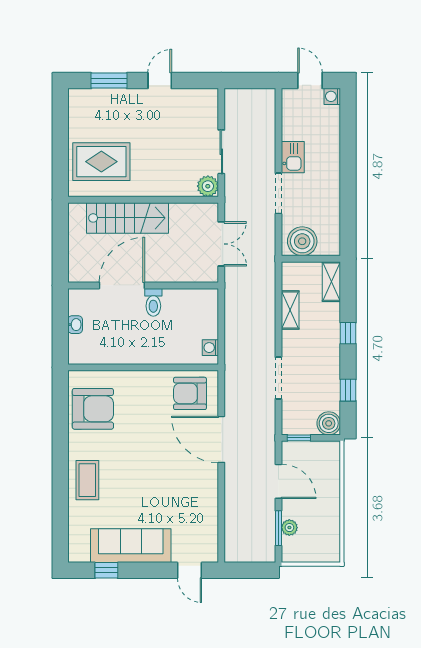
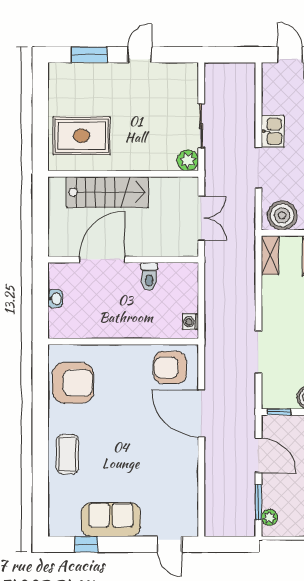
toilet: (153, 302) -> (149, 276), moved
shelving: (290, 310) -> (270, 255), moved
plant: (289, 528) -> (269, 517), moved
sofa: (131, 546) -> (111, 520), width x0.73

